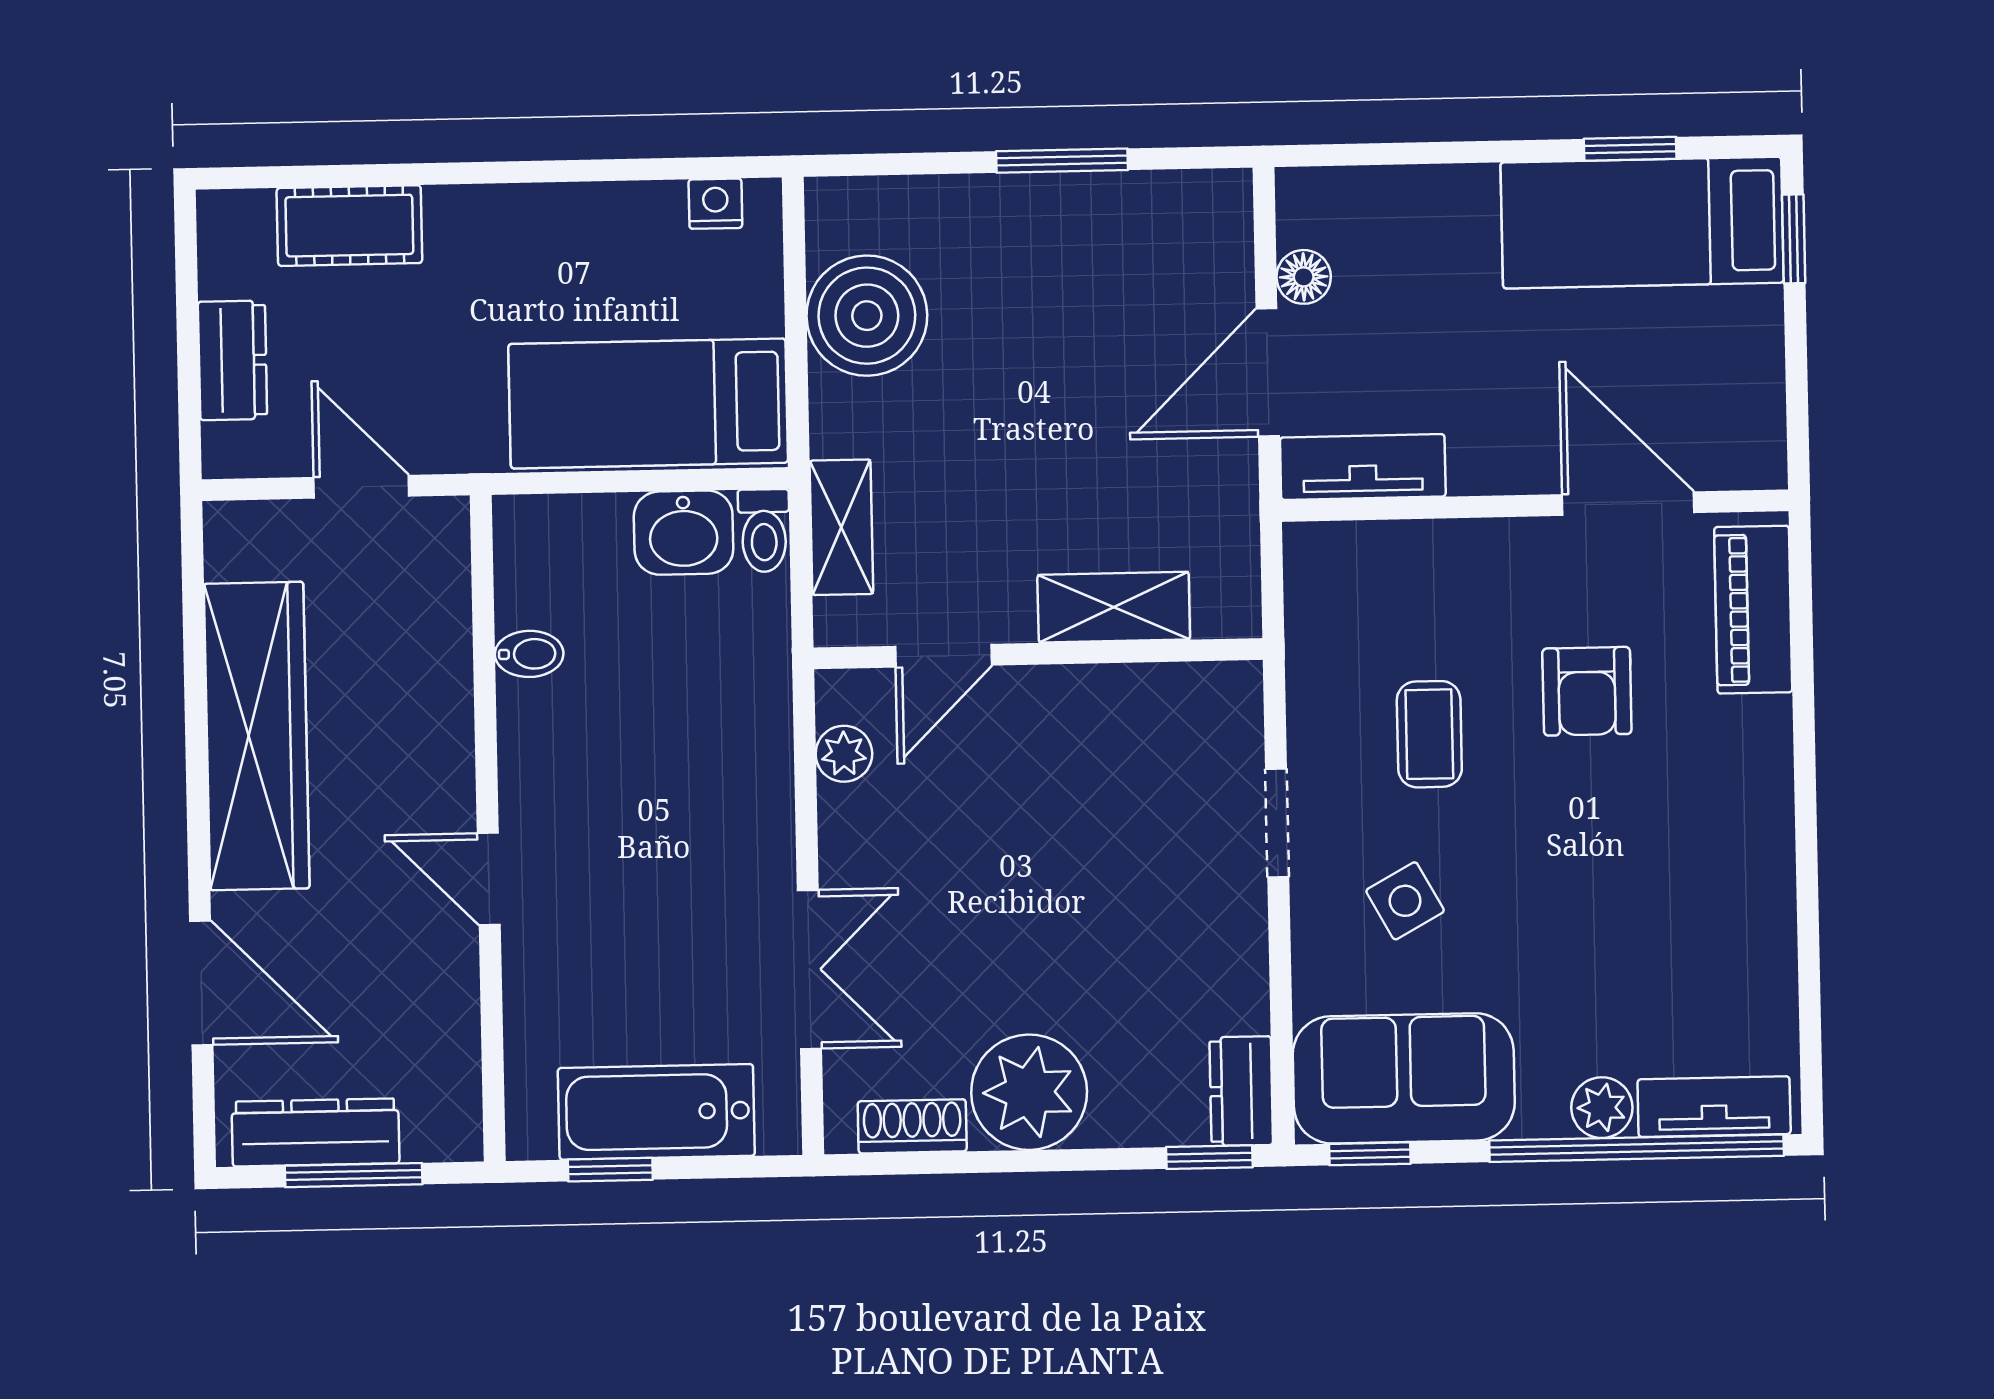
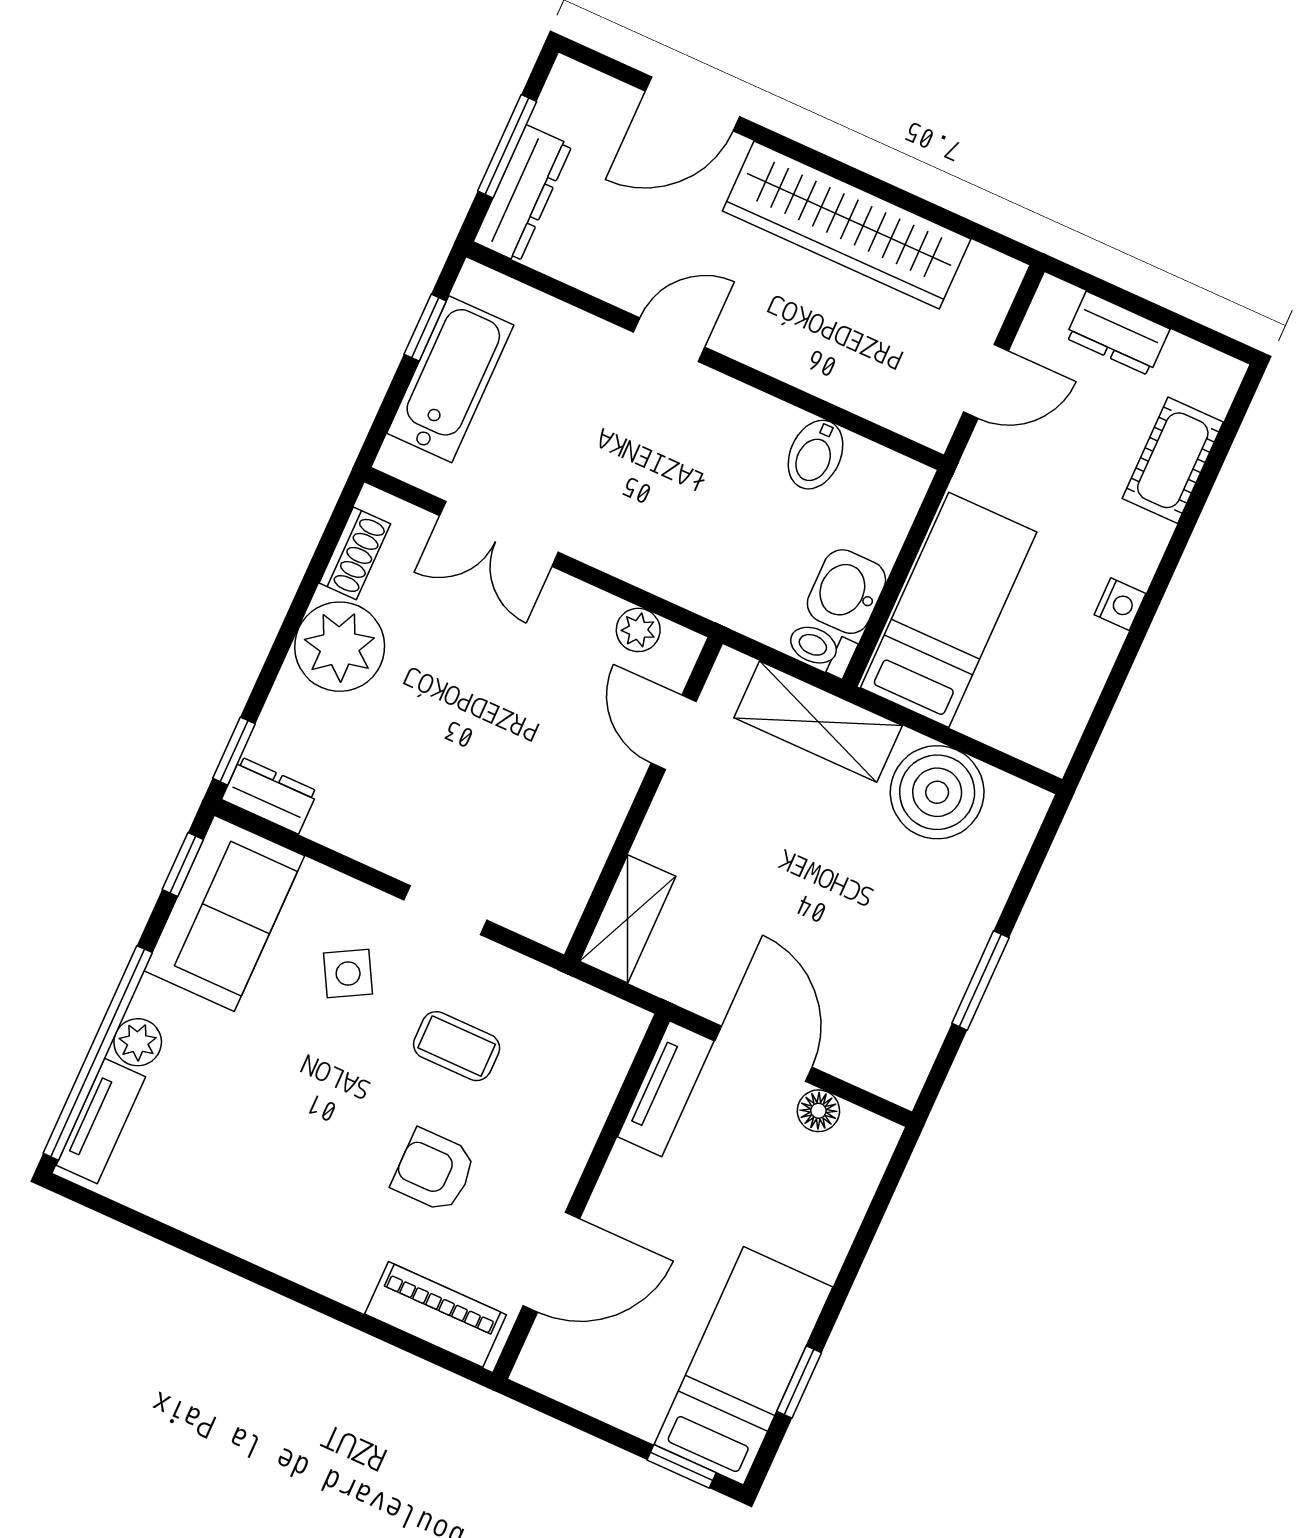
nightstand: (715, 204) -> (1120, 604), moved
shelving: (841, 527) -> (818, 722), width x1.50, depth x1.33
shelving: (1114, 607) -> (628, 919), moved
bidet: (529, 654) -> (815, 455), width x1.38, depth x1.36
dresser: (315, 1132) -> (523, 194), moved

